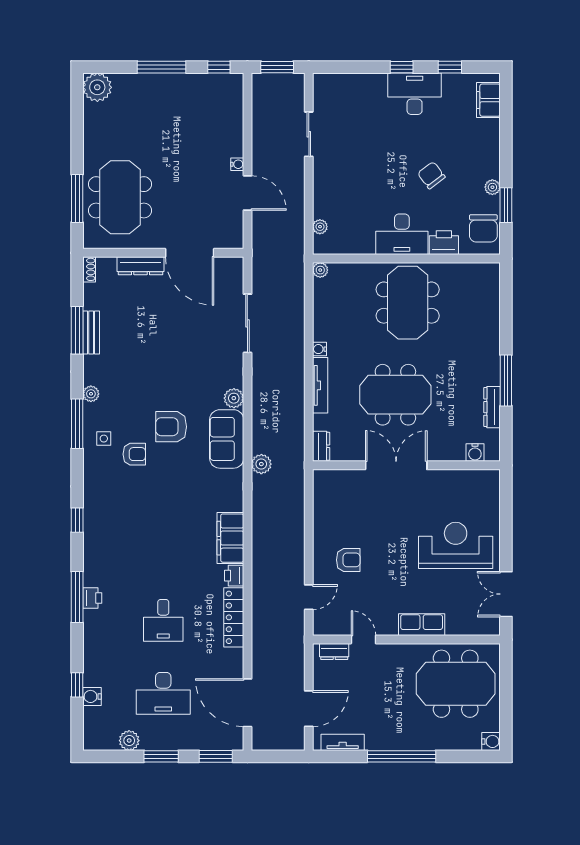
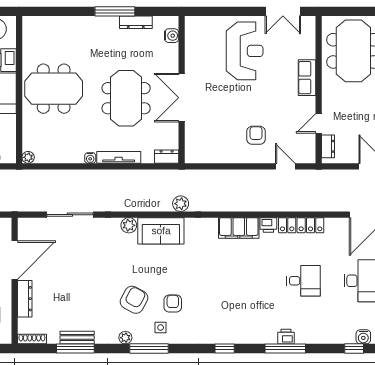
shoe rack: (89, 269) -> (32, 339), width x1.43
armchair: (171, 427) -> (134, 300), moved, turned -152
reception desk: (456, 545) -> (245, 51), turned 180

